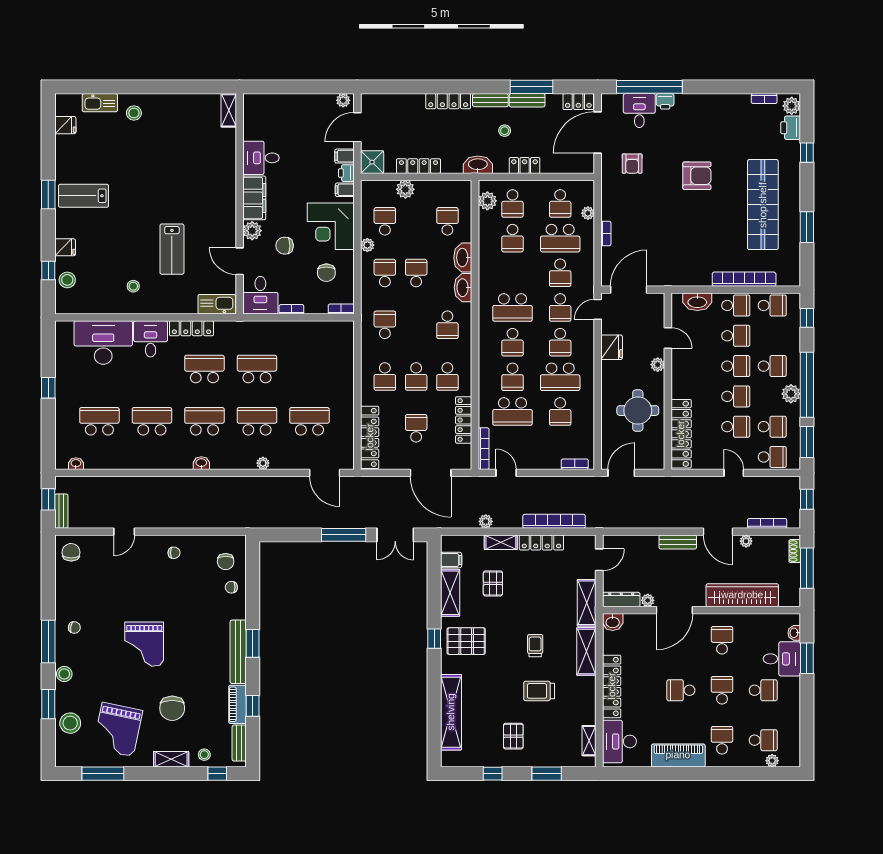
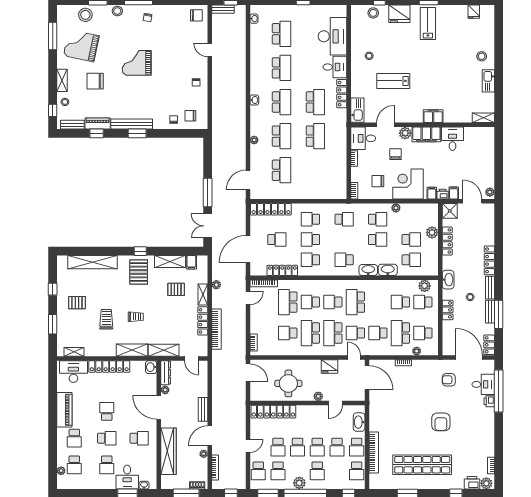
kitchen sink: (100, 103) -> (488, 81), moved
filing cabinet: (226, 188) -> (433, 116), added
school desk: (385, 221) -> (411, 240), moved
fridge: (65, 247) -> (399, 14), width x1.88, depth x1.34
school desk: (560, 342) -> (333, 333), width x1.85
school desk: (722, 740) -> (74, 438), turned 90

